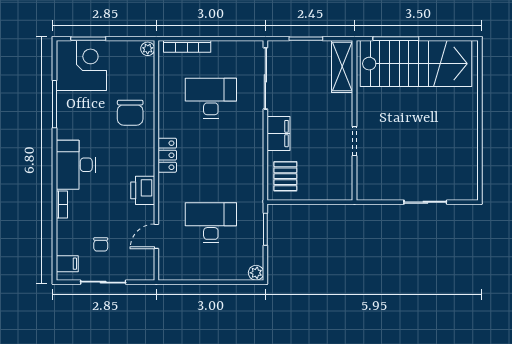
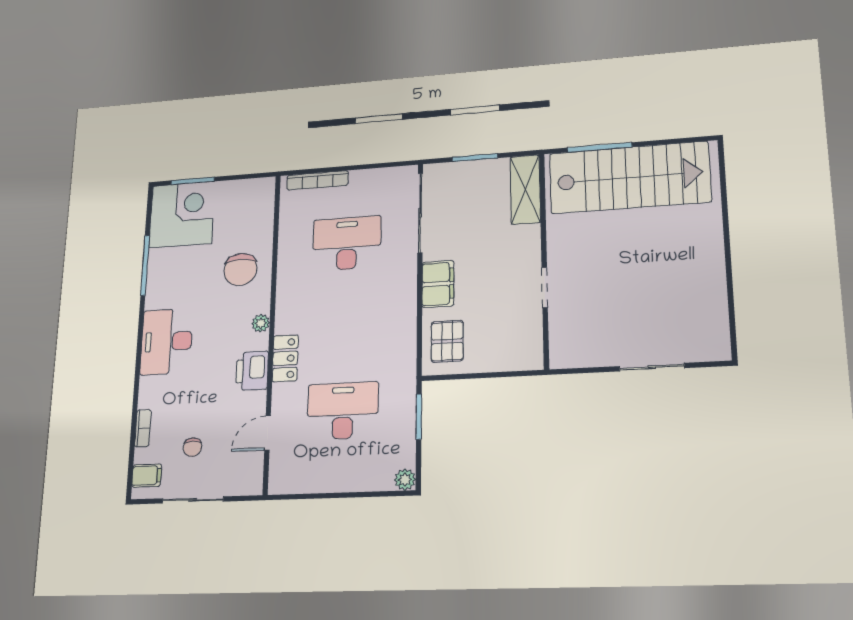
plant: (148, 49) -> (261, 323), moved
locker: (167, 155) -> (285, 358), moved
bookcase: (62, 205) -> (143, 428), moved

